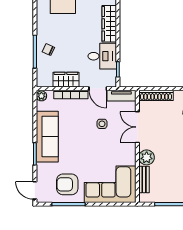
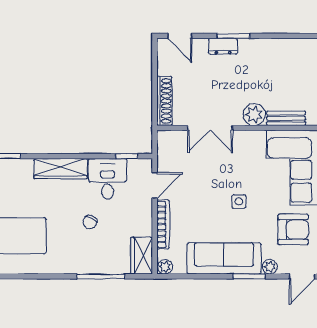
chair: (48, 50) -> (90, 222), moved
wardrobe: (66, 80) -> (142, 256), moved
tv unit: (121, 96) -> (165, 151), removed
side table: (102, 124) -> (239, 201), moved
plant: (41, 168) -> (270, 267), added
armchair: (67, 184) -> (293, 230), turned -90

